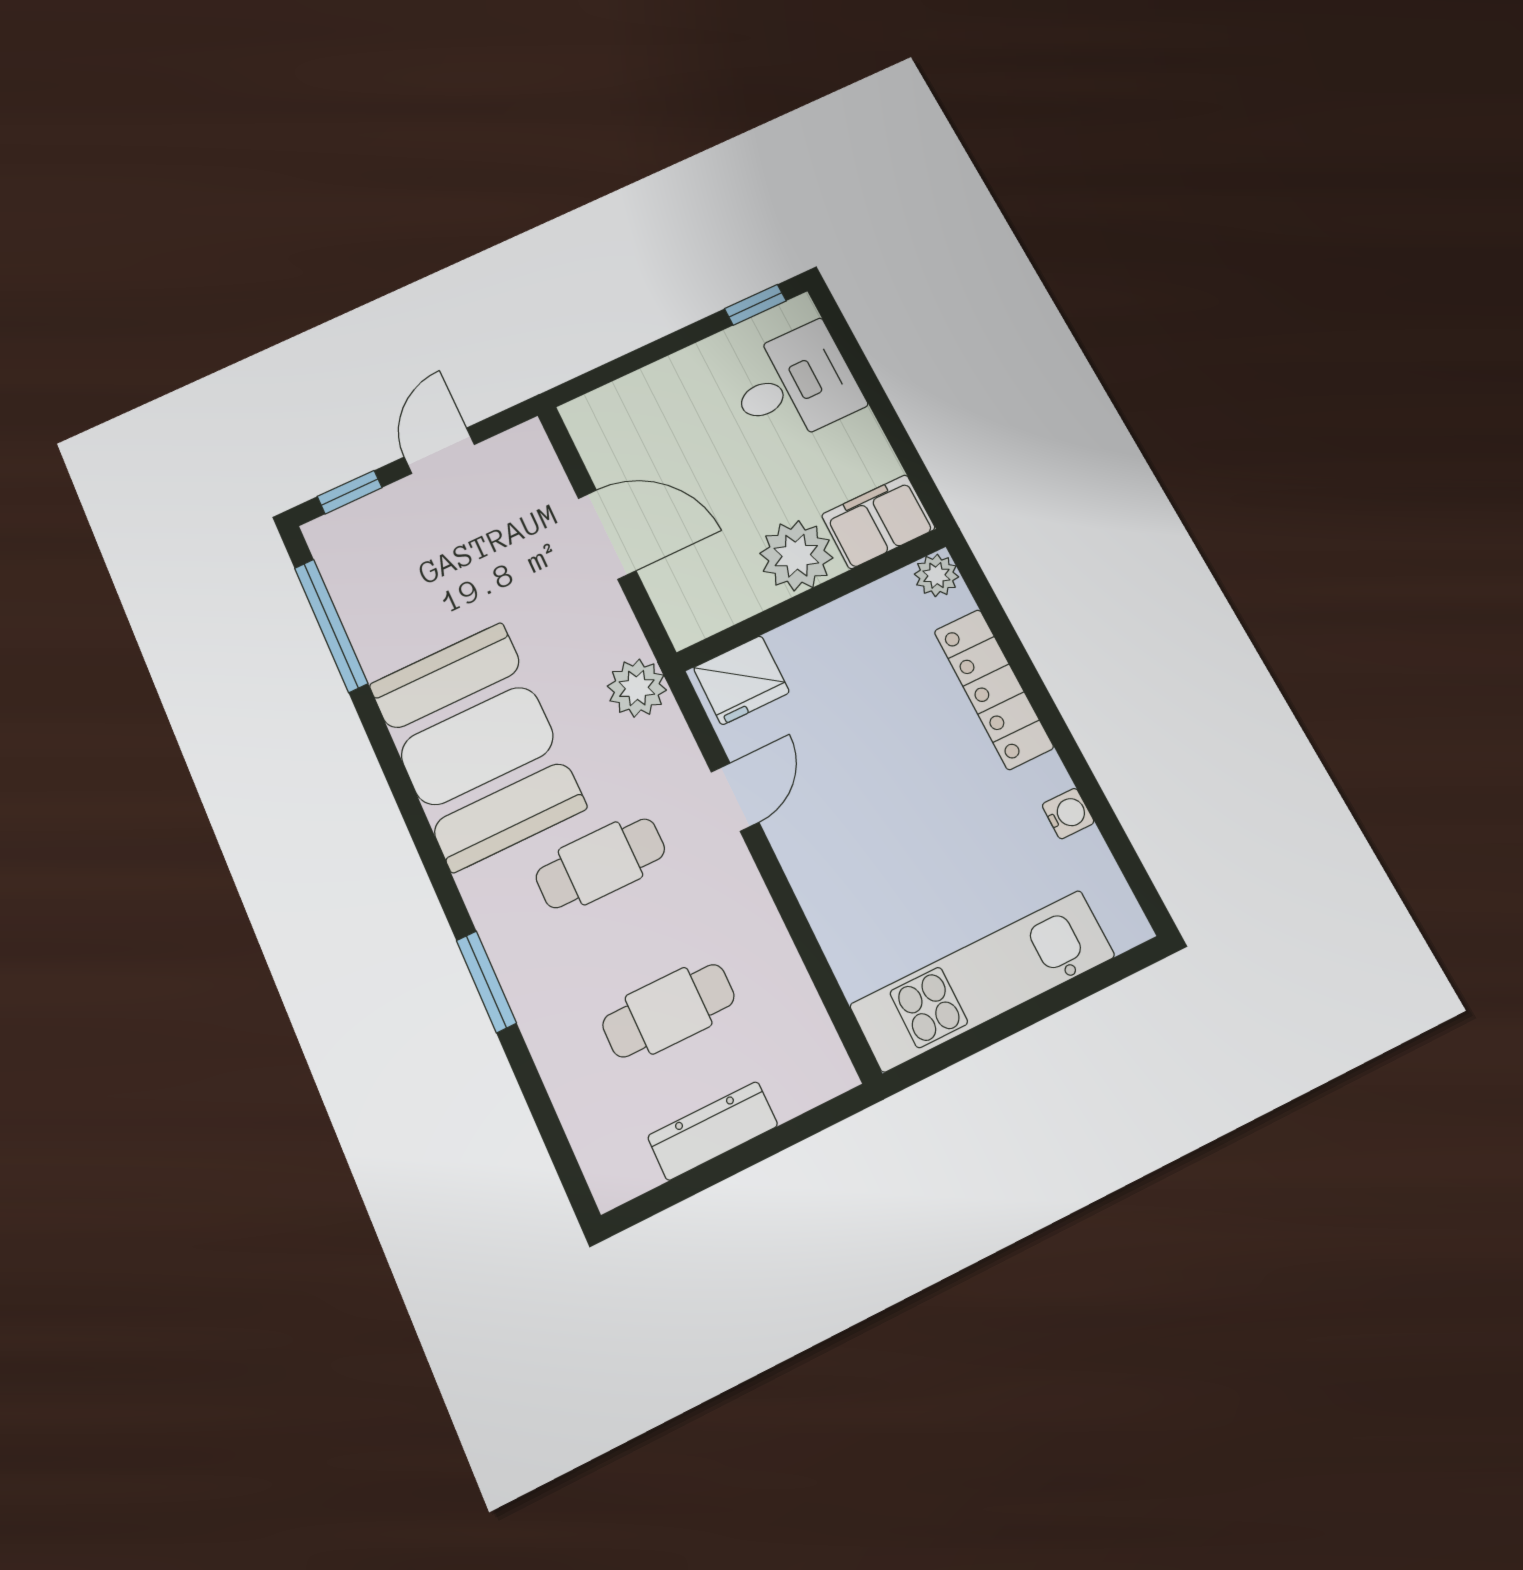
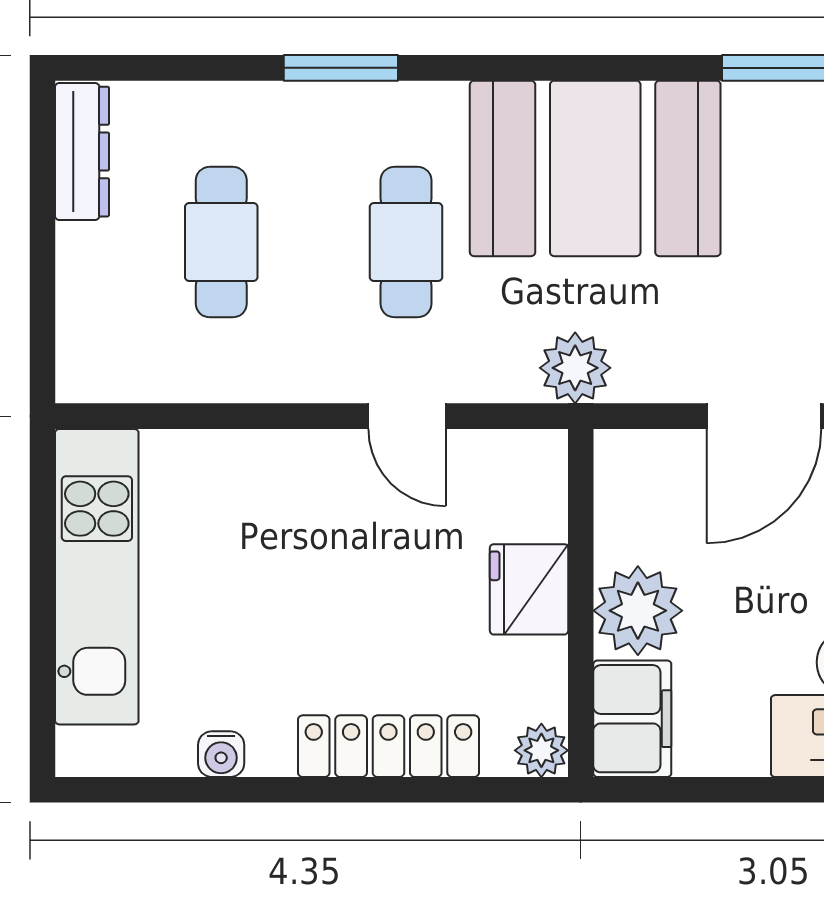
fridge: (741, 680) -> (529, 589), moved
dresser: (713, 1131) -> (82, 152), moved

